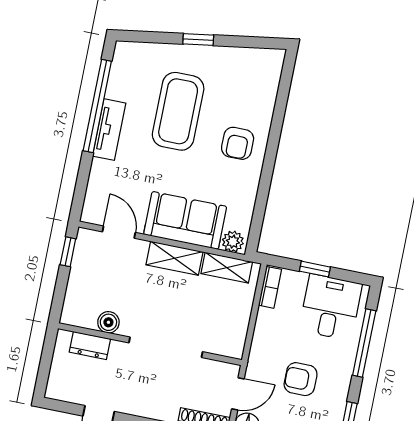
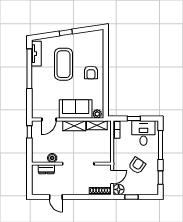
tv unit: (109, 130) -> (36, 54), moved
door: (119, 232) -> (49, 120), swing flipped
armchair: (301, 379) -> (137, 166), turned 124

